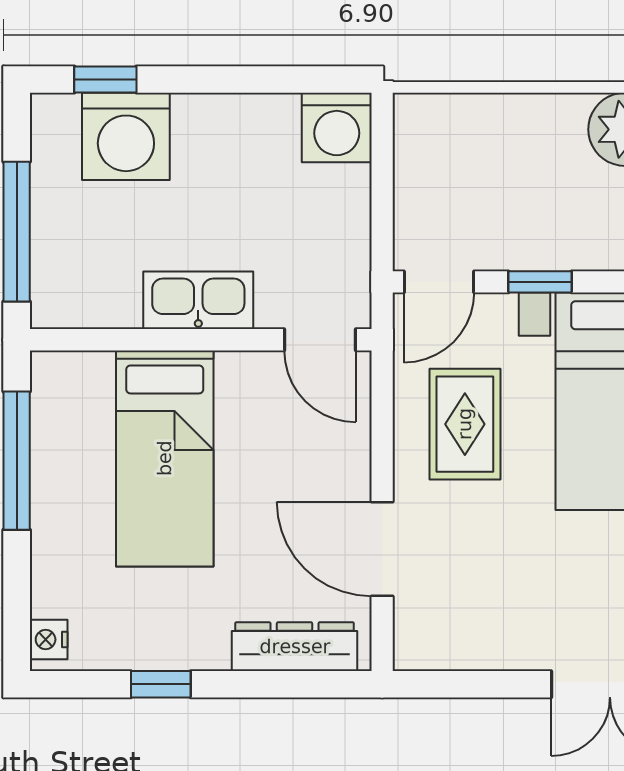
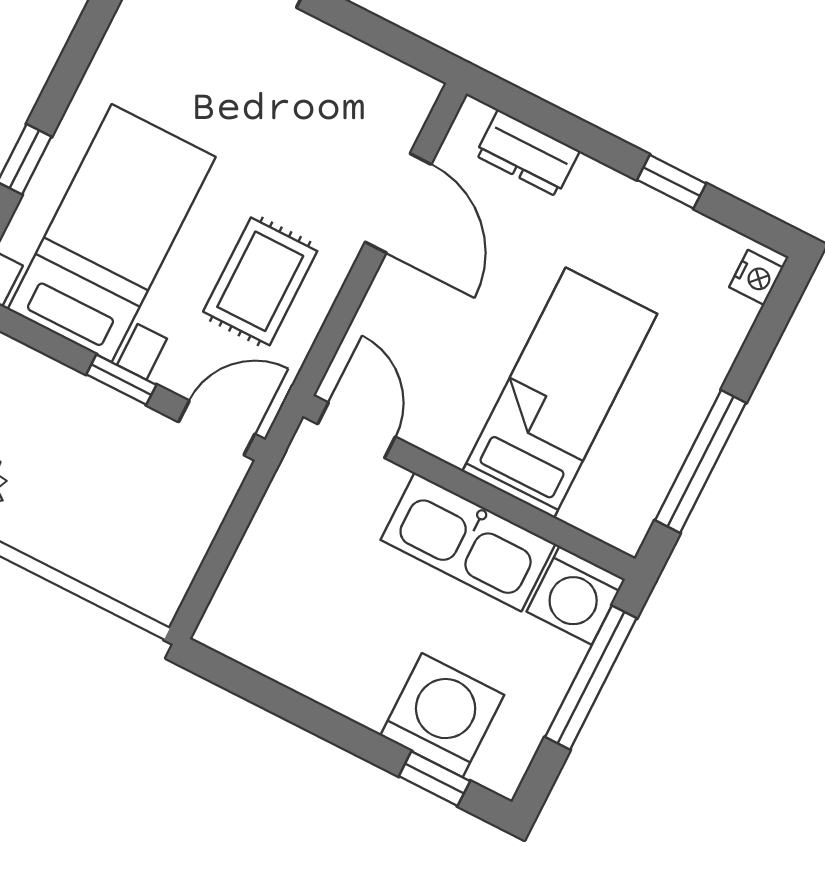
washing machine: (337, 127) -> (576, 595), moved, turned 180
kitchen sink: (198, 300) -> (468, 542), width x1.36, depth x1.24
dresser: (295, 647) -> (527, 153), width x0.70

